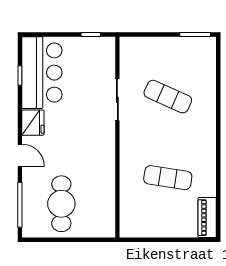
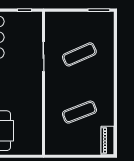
exercise mat: (168, 97) -> (79, 54), turned -48
exercise mat: (168, 178) -> (79, 112), turned -30

